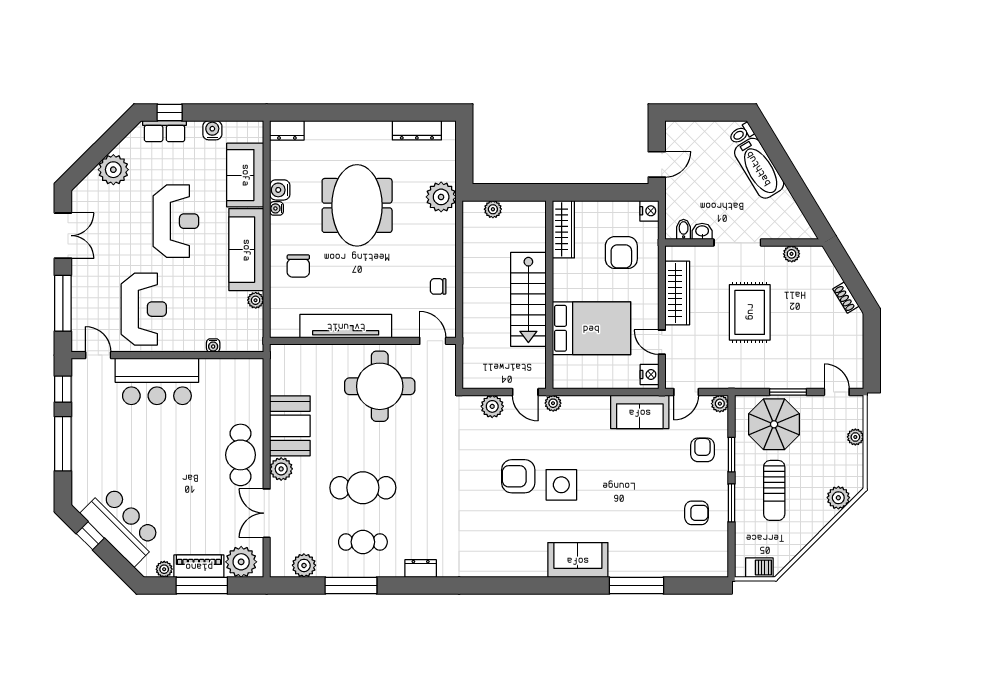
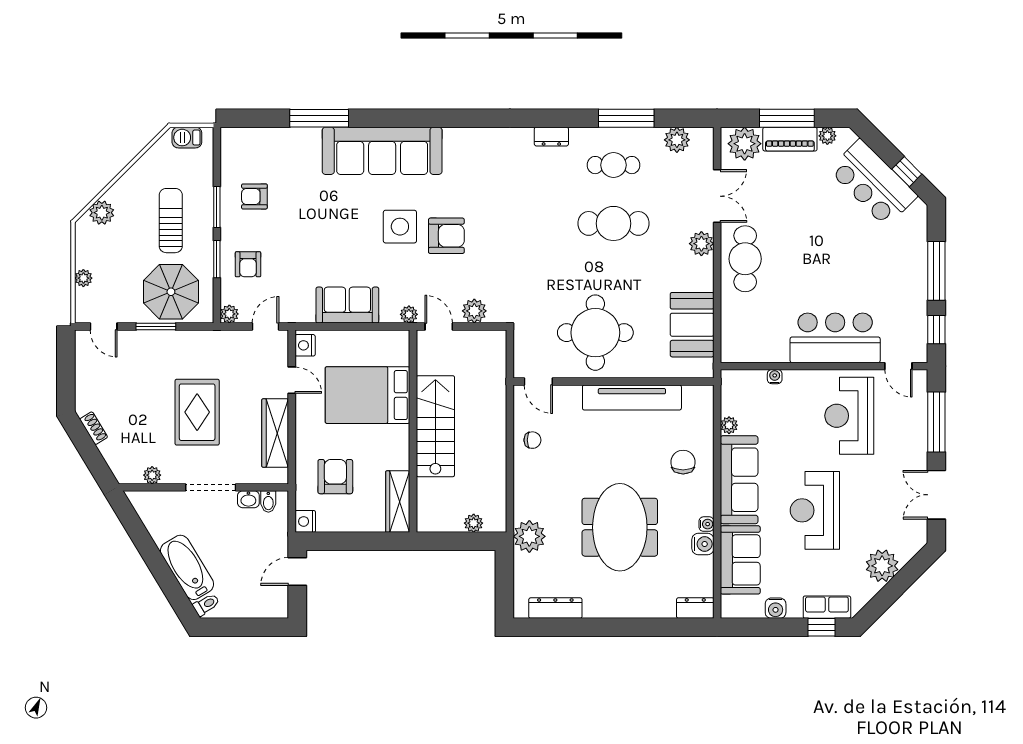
sofa: (640, 412) -> (347, 305), moved
booth: (290, 426) -> (692, 325), moved
sofa: (578, 560) -> (382, 151), width x1.85, depth x1.27

